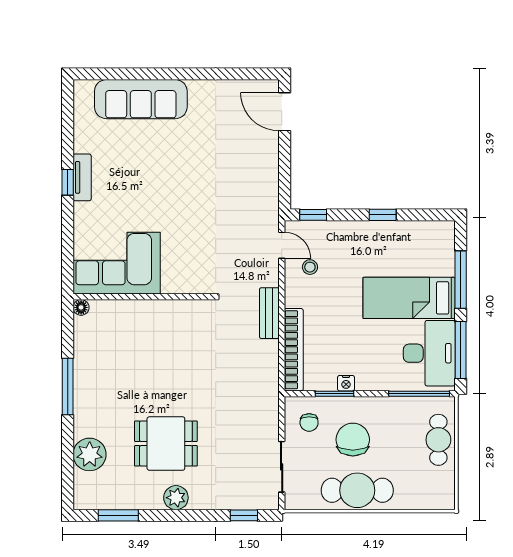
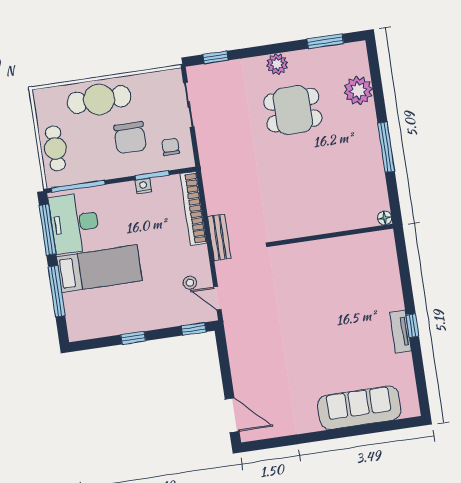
corner sofa: (117, 263) -> (359, 261), removed
cafe table: (357, 490) -> (99, 99), moved

